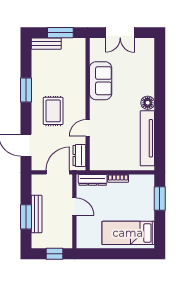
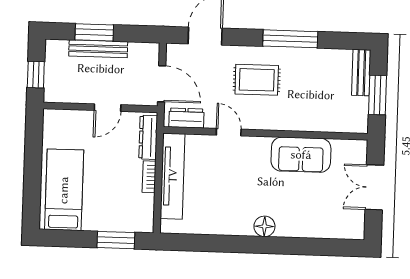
window: (26, 90) -> (290, 39), width x1.44
tv unit: (147, 138) -> (173, 176), moved, turned 90

